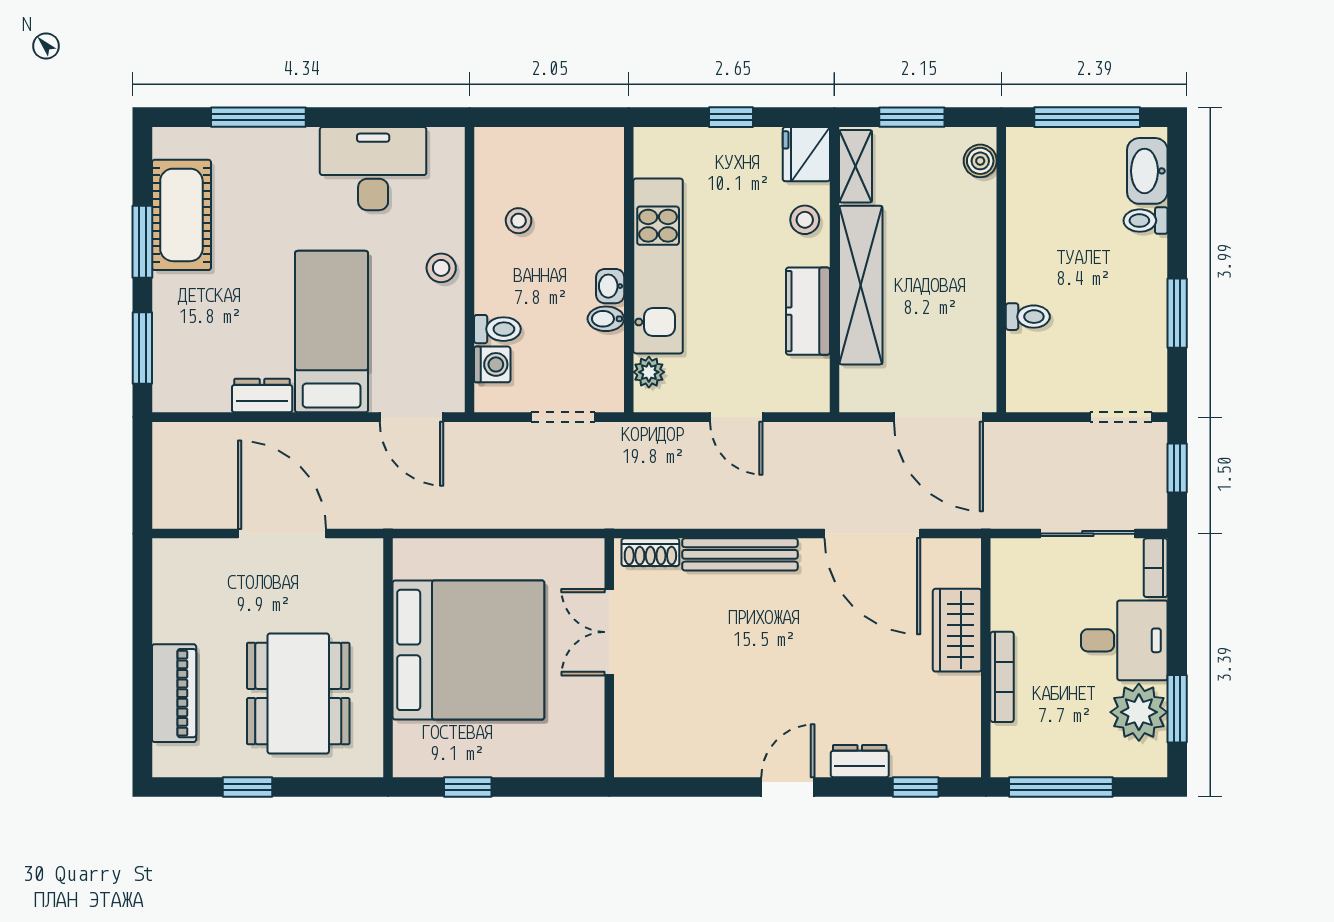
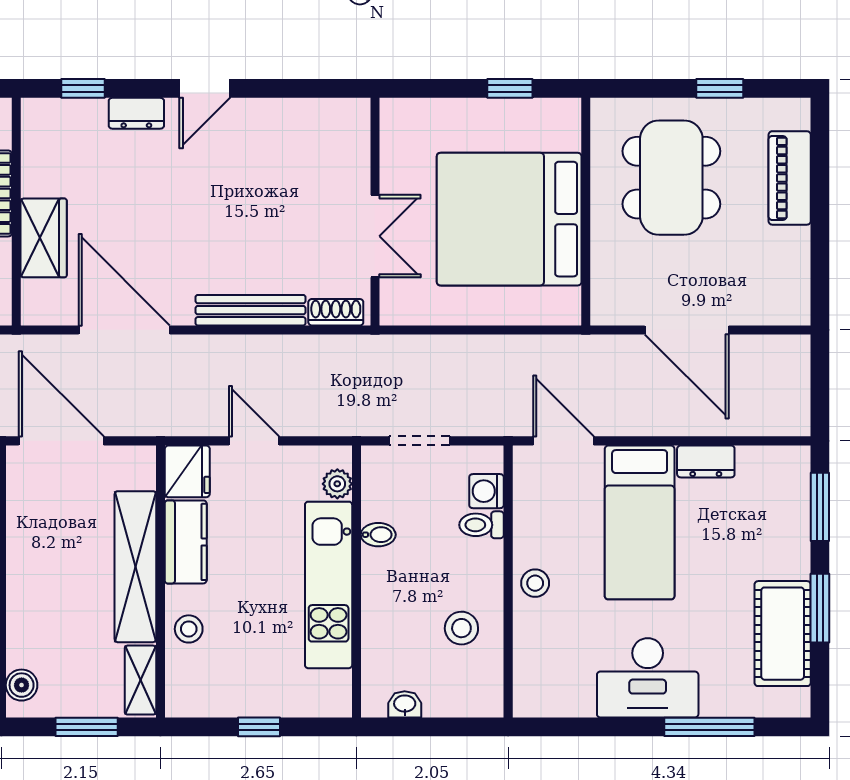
fridge: (806, 154) -> (187, 471), moved
desk: (373, 169) -> (648, 678), moved
stool: (519, 221) -> (461, 628), width x1.37, depth x1.37
washbasin: (610, 286) -> (405, 704), moved, turned -90

